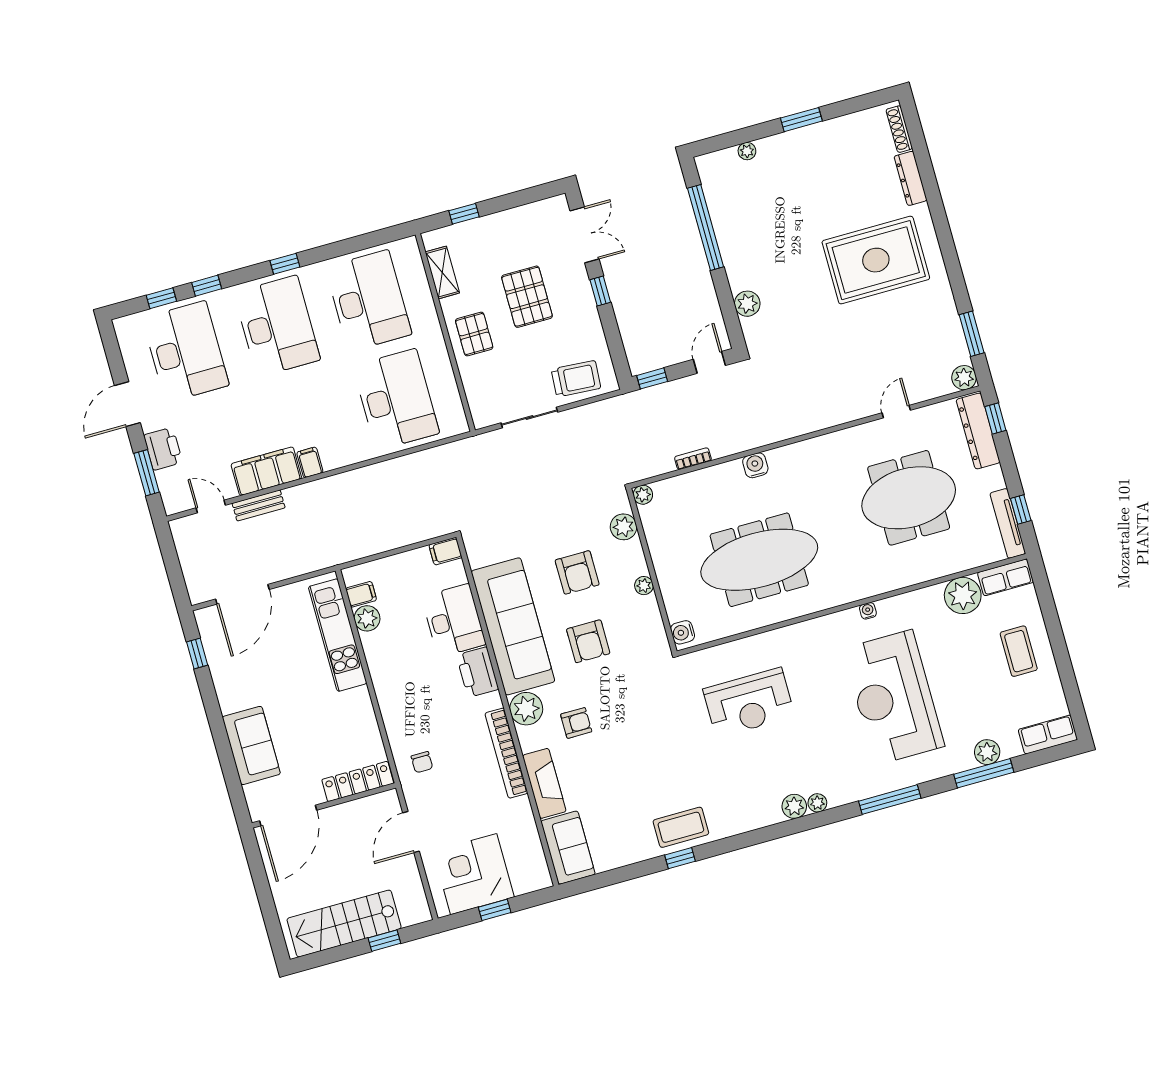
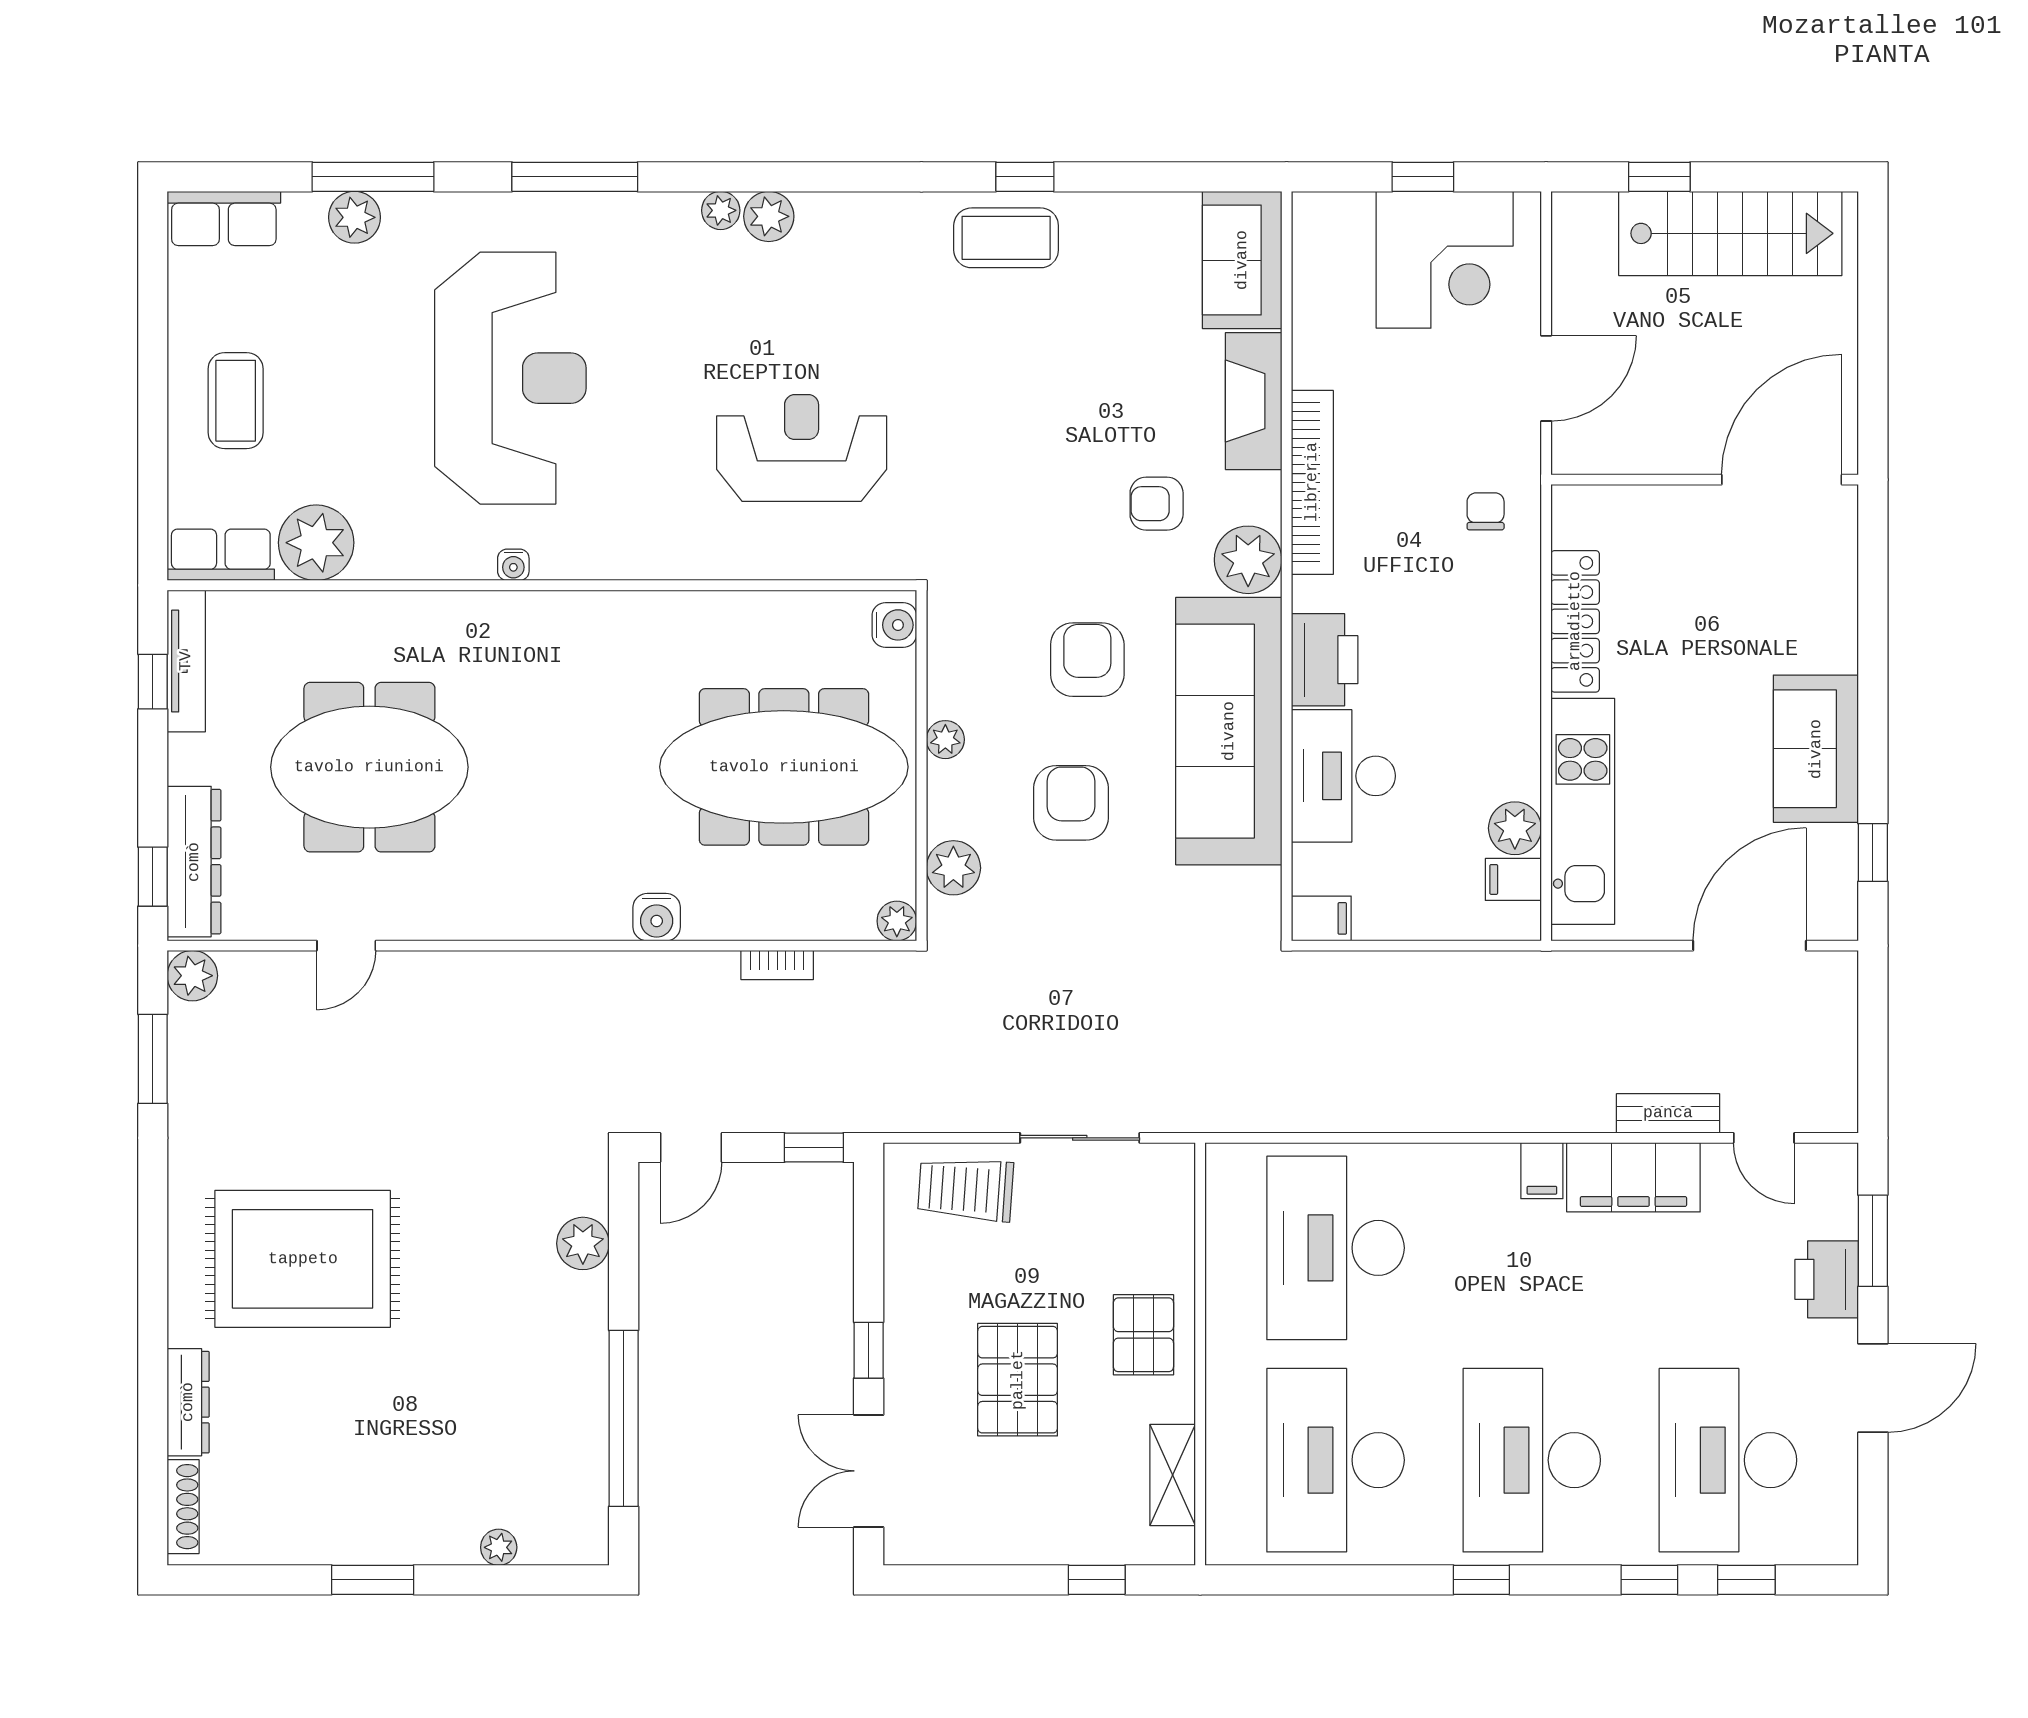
meeting table: (759, 560) -> (784, 767), moved
sofa: (251, 745) -> (1816, 749), moved
locker: (358, 781) -> (1575, 621), moved, turned -90

